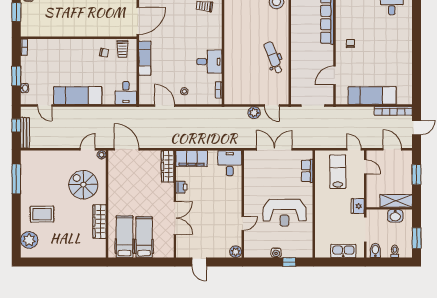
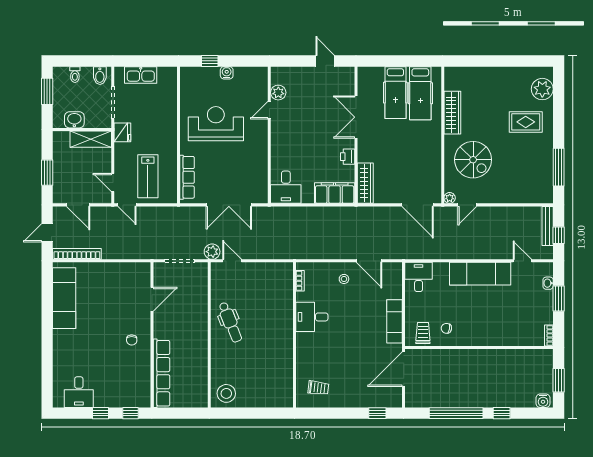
exam couch: (372, 96) -> (64, 298), moved, turned -90
plant: (254, 113) -> (212, 252), moved
row of seats: (307, 171) -> (187, 177), width x1.48
shelving: (396, 201) -> (91, 139), moved
plant: (236, 252) -> (278, 93), moved

